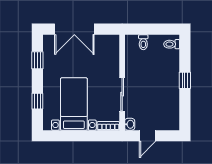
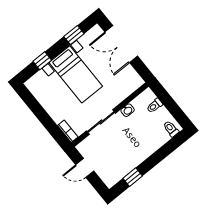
window: (185, 80) -> (133, 177), moved
bed with nightstands: (74, 104) -> (76, 74), moved, turned 90
washbasin: (130, 124) -> (128, 110), moved

